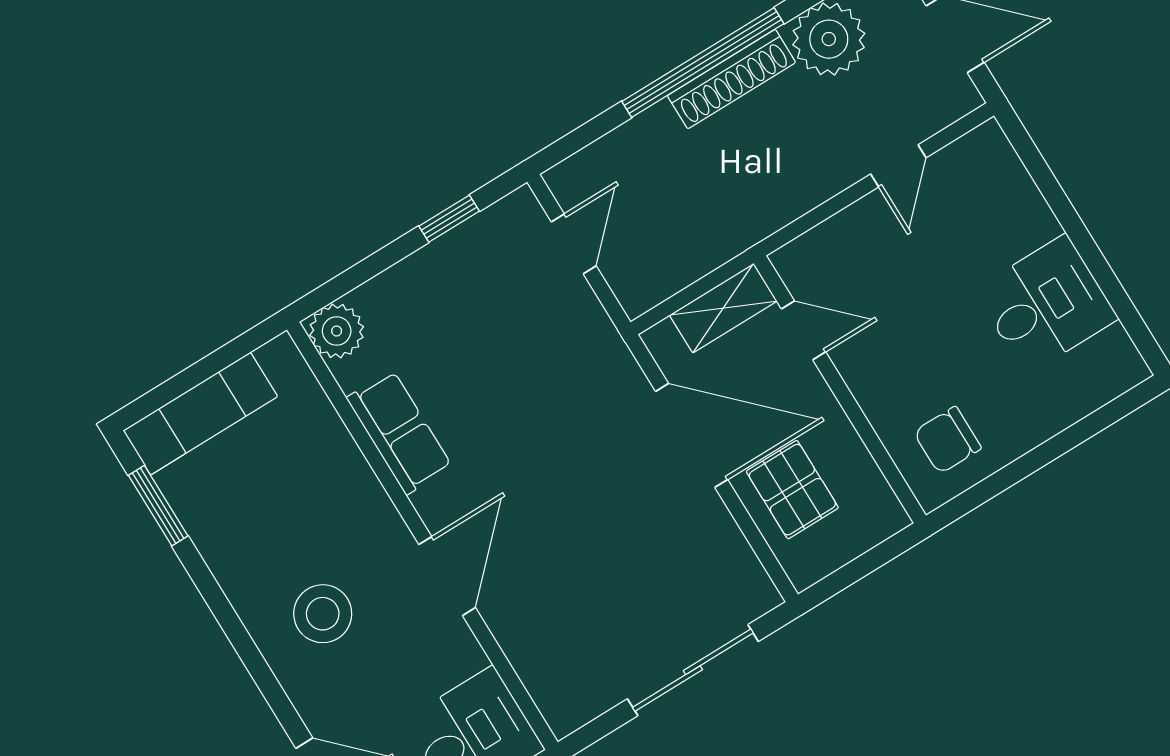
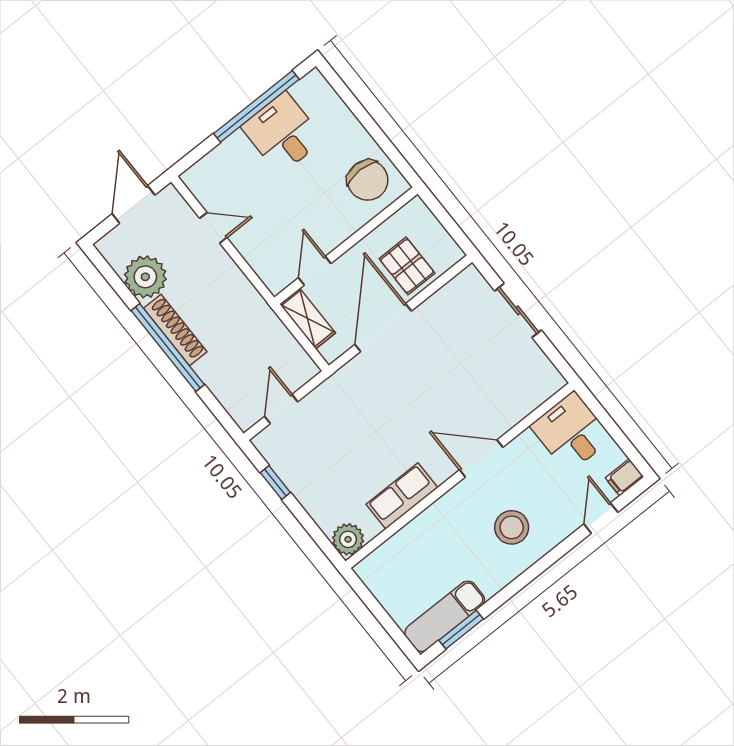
door: (574, 244) -> (281, 409), hinge flipped
window: (1097, 265) -> (256, 106), added
exam couch: (200, 414) -> (445, 616), moved, turned -90
chair: (947, 440) -> (368, 180), width x1.37, depth x1.37
pallet: (792, 490) -> (407, 266), turned 90
sliding door: (693, 670) -> (518, 310), width x0.73

